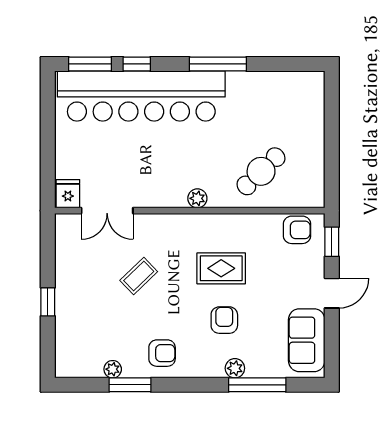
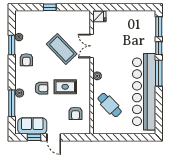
window: (218, 64) -> (159, 73), moved
bar counter: (141, 96) -> (144, 92), moved
double door: (107, 211) -> (92, 46), moved
armchair: (297, 230) -> (76, 113), moved
window: (332, 242) -> (34, 137), moved
rug: (221, 268) -> (65, 87), turned 90
coffee table: (139, 276) -> (62, 49), width x1.86, depth x1.72

